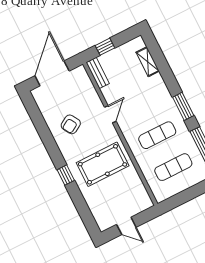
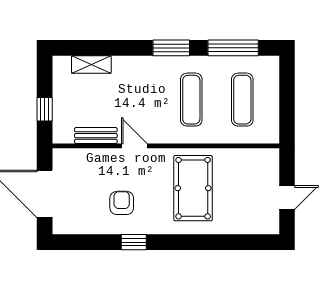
bench: (98, 73) -> (96, 136), moved
armchair: (71, 124) -> (122, 203), turned -149
window: (66, 175) -> (134, 242), moved

